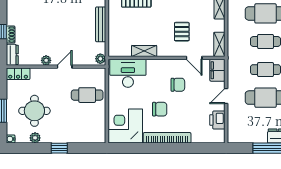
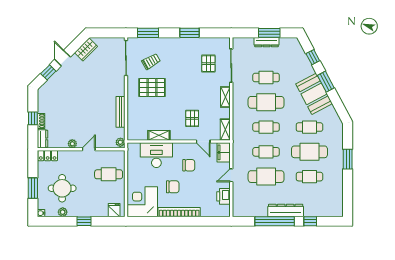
desk: (128, 73) -> (156, 155), moved
fridge: (93, 136) -> (114, 210), added

